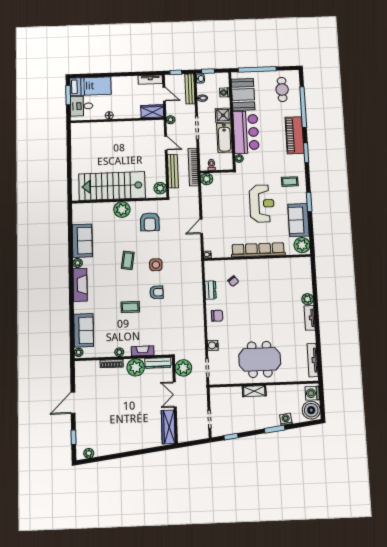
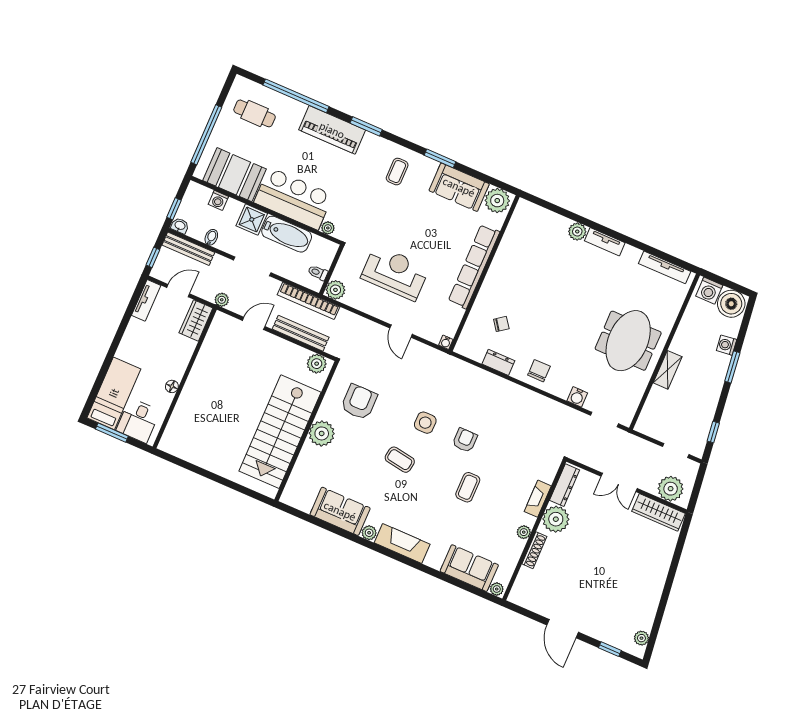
reception desk: (262, 203) -> (395, 273), moved
armchair: (150, 222) -> (359, 402), turned -90
plant: (183, 368) -> (671, 489), moved

